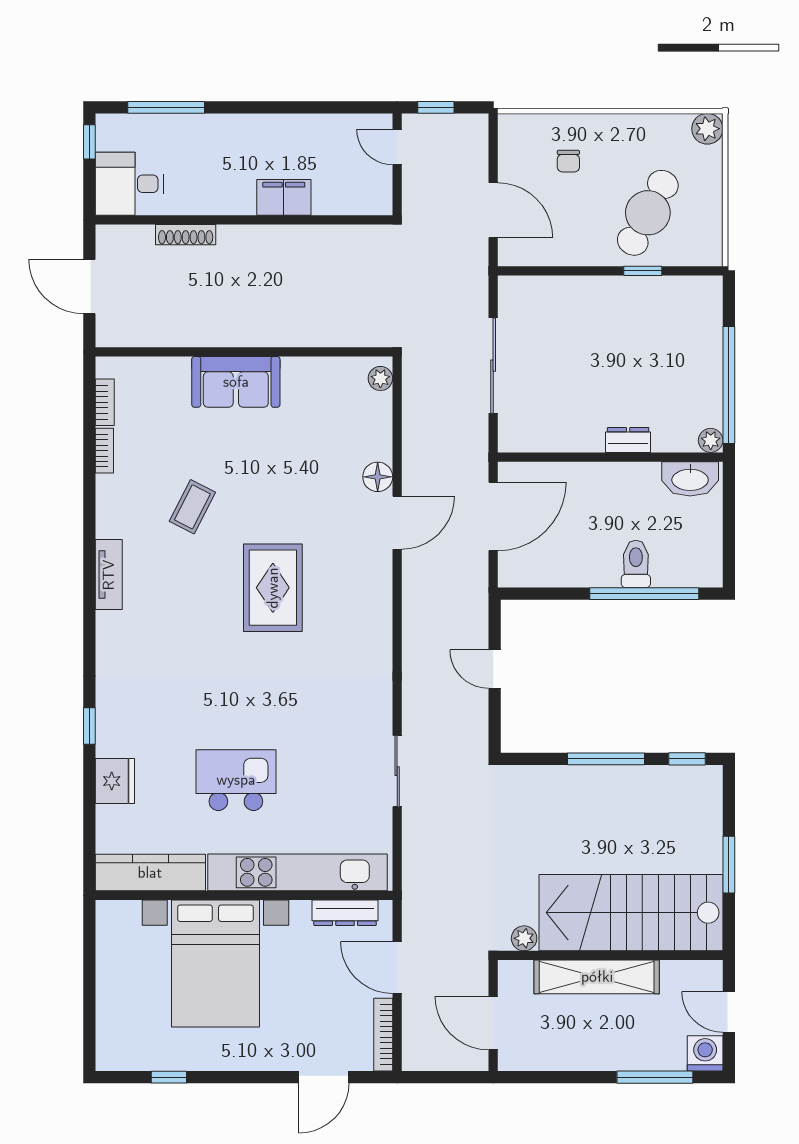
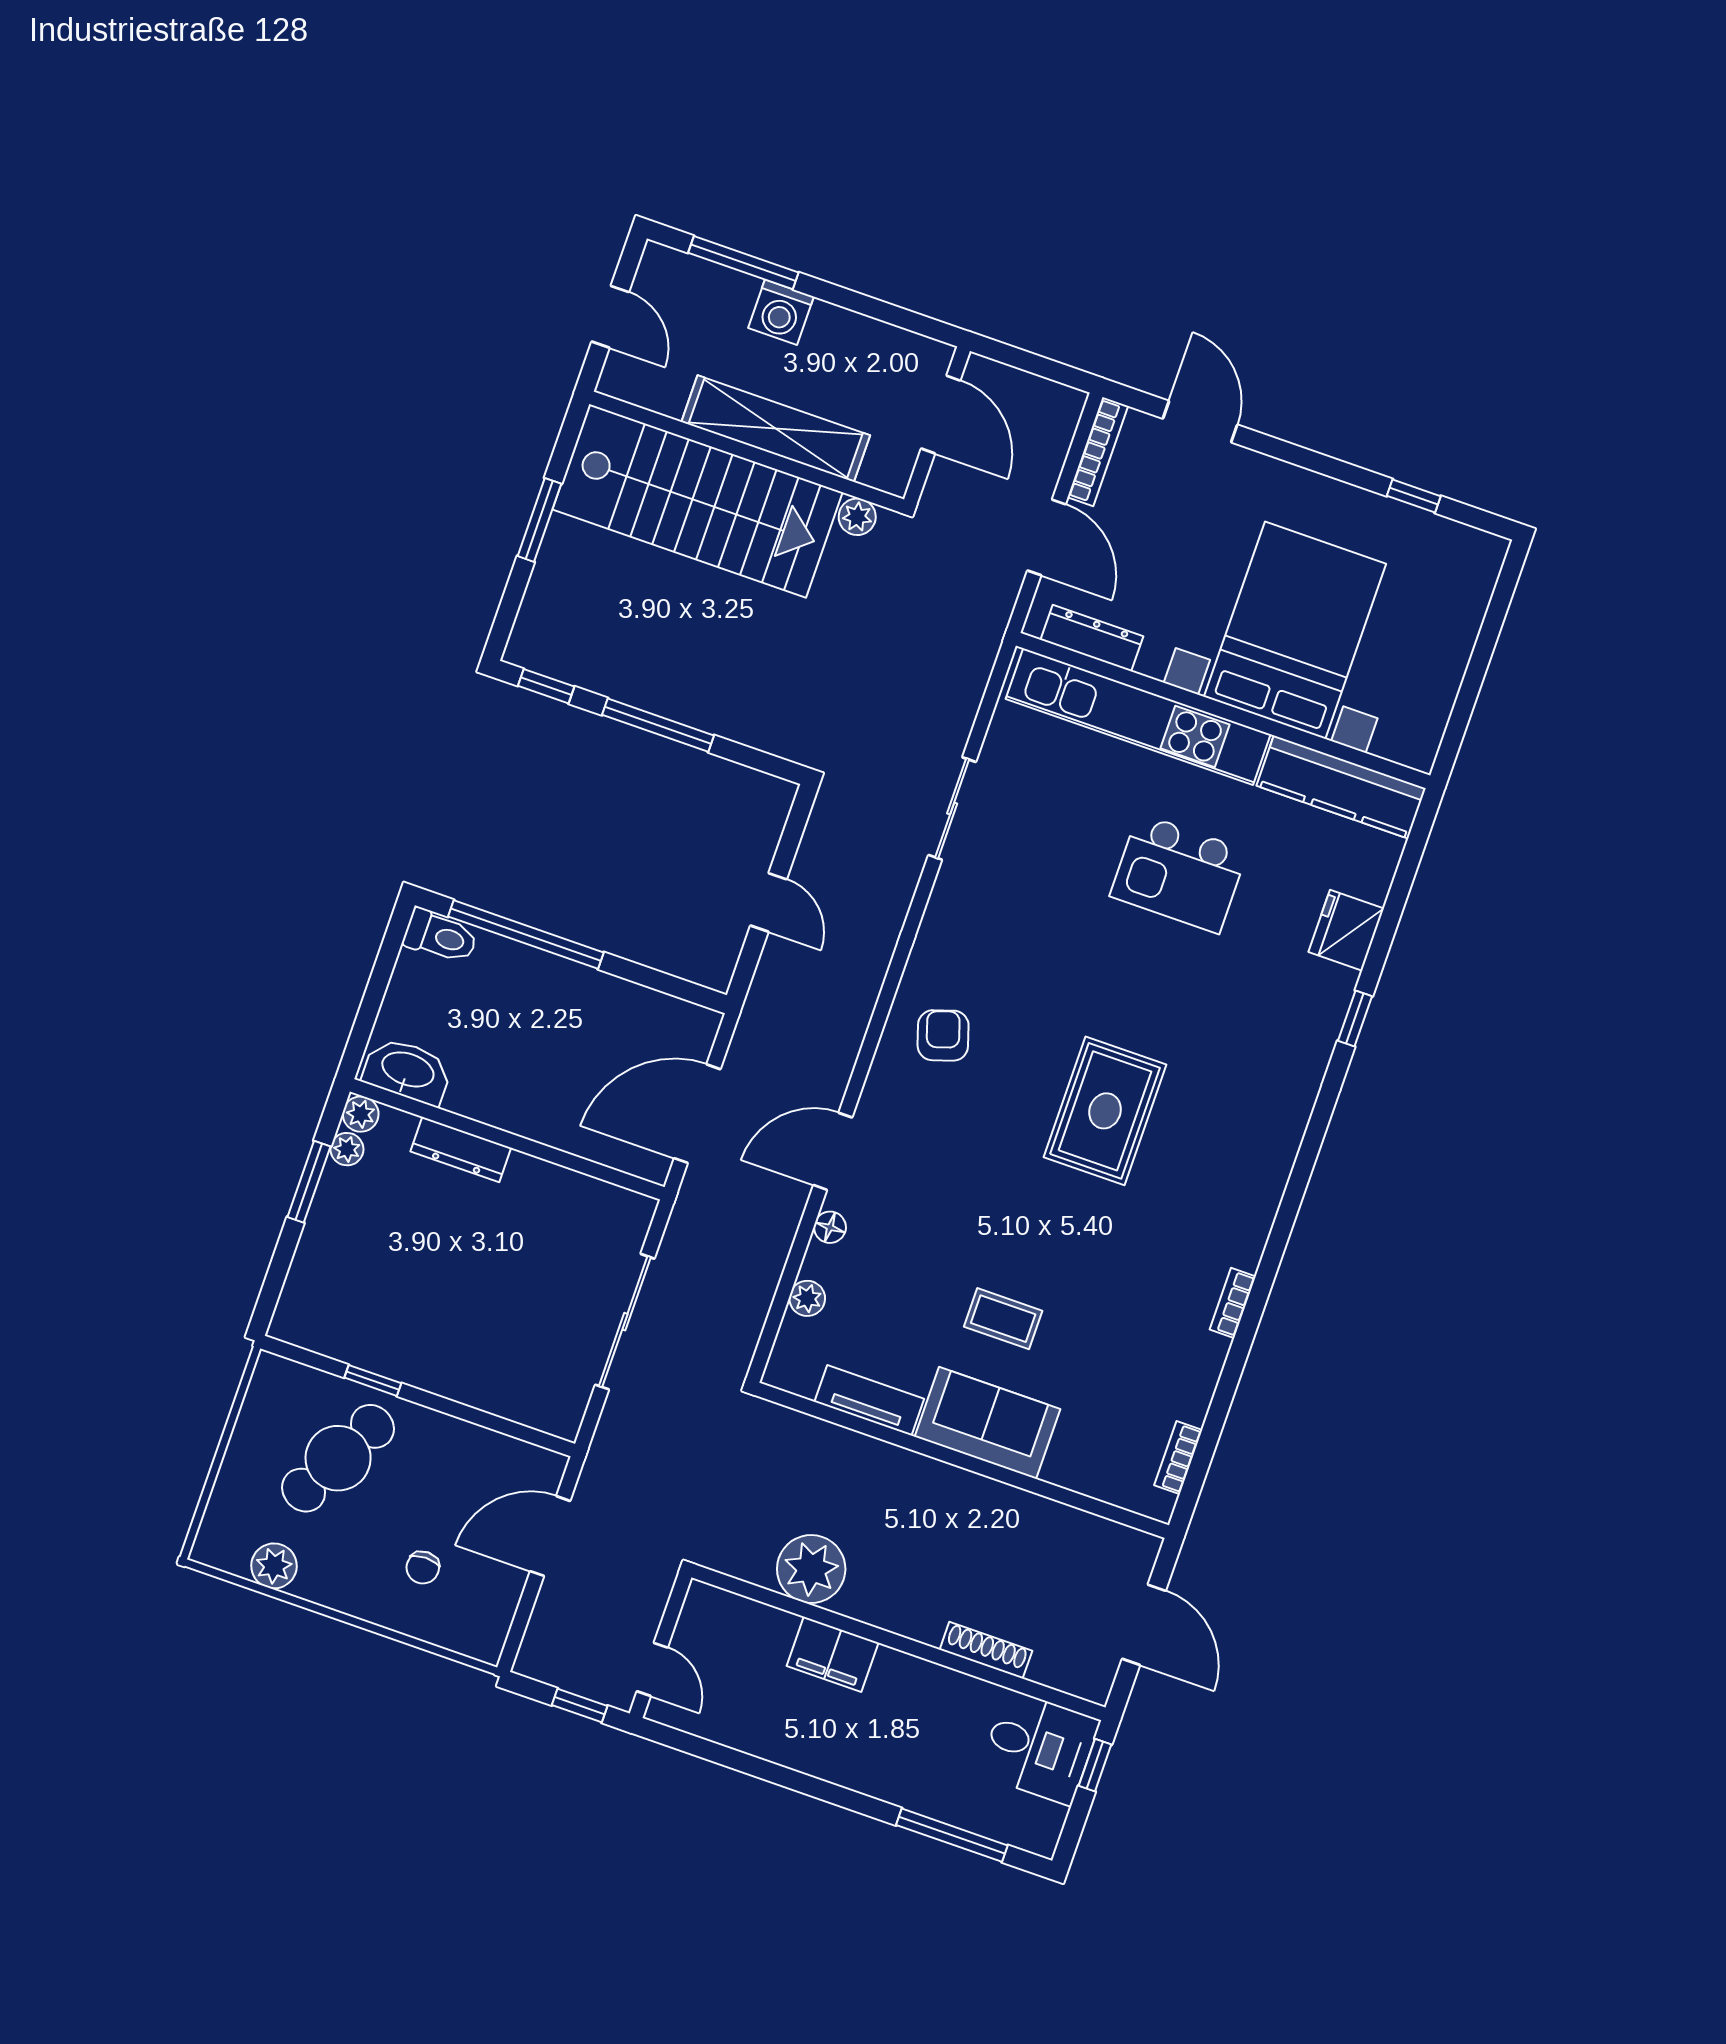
plant: (707, 129) -> (274, 1566), moved
window: (89, 142) -> (1095, 1765), moved
chair: (568, 161) -> (423, 1568), turned 180
door: (493, 210) -> (550, 1536), hinge flipped
plant: (317, 248) -> (811, 1569), added
plant: (380, 378) -> (807, 1298), moved
window: (729, 385) -> (309, 1182), width x0.47
plant: (712, 415) -> (347, 1149), added
dresser: (628, 440) -> (461, 1150), width x1.44
bookcase: (104, 451) -> (1233, 1303), moved
floor lamp: (378, 477) -> (830, 1227), width x0.73, depth x0.73
coffee table: (192, 507) -> (1003, 1319), moved, turned 63
toilet: (636, 564) -> (440, 936), moved, turned -90
tv unit: (109, 575) -> (869, 1400), moved, turned 90
rug: (273, 588) -> (1105, 1111), moved
armchair: (352, 622) -> (943, 1035), added
washing machine: (705, 1053) -> (781, 312), moved
door: (324, 1077) -> (1200, 422), hinge flipped

